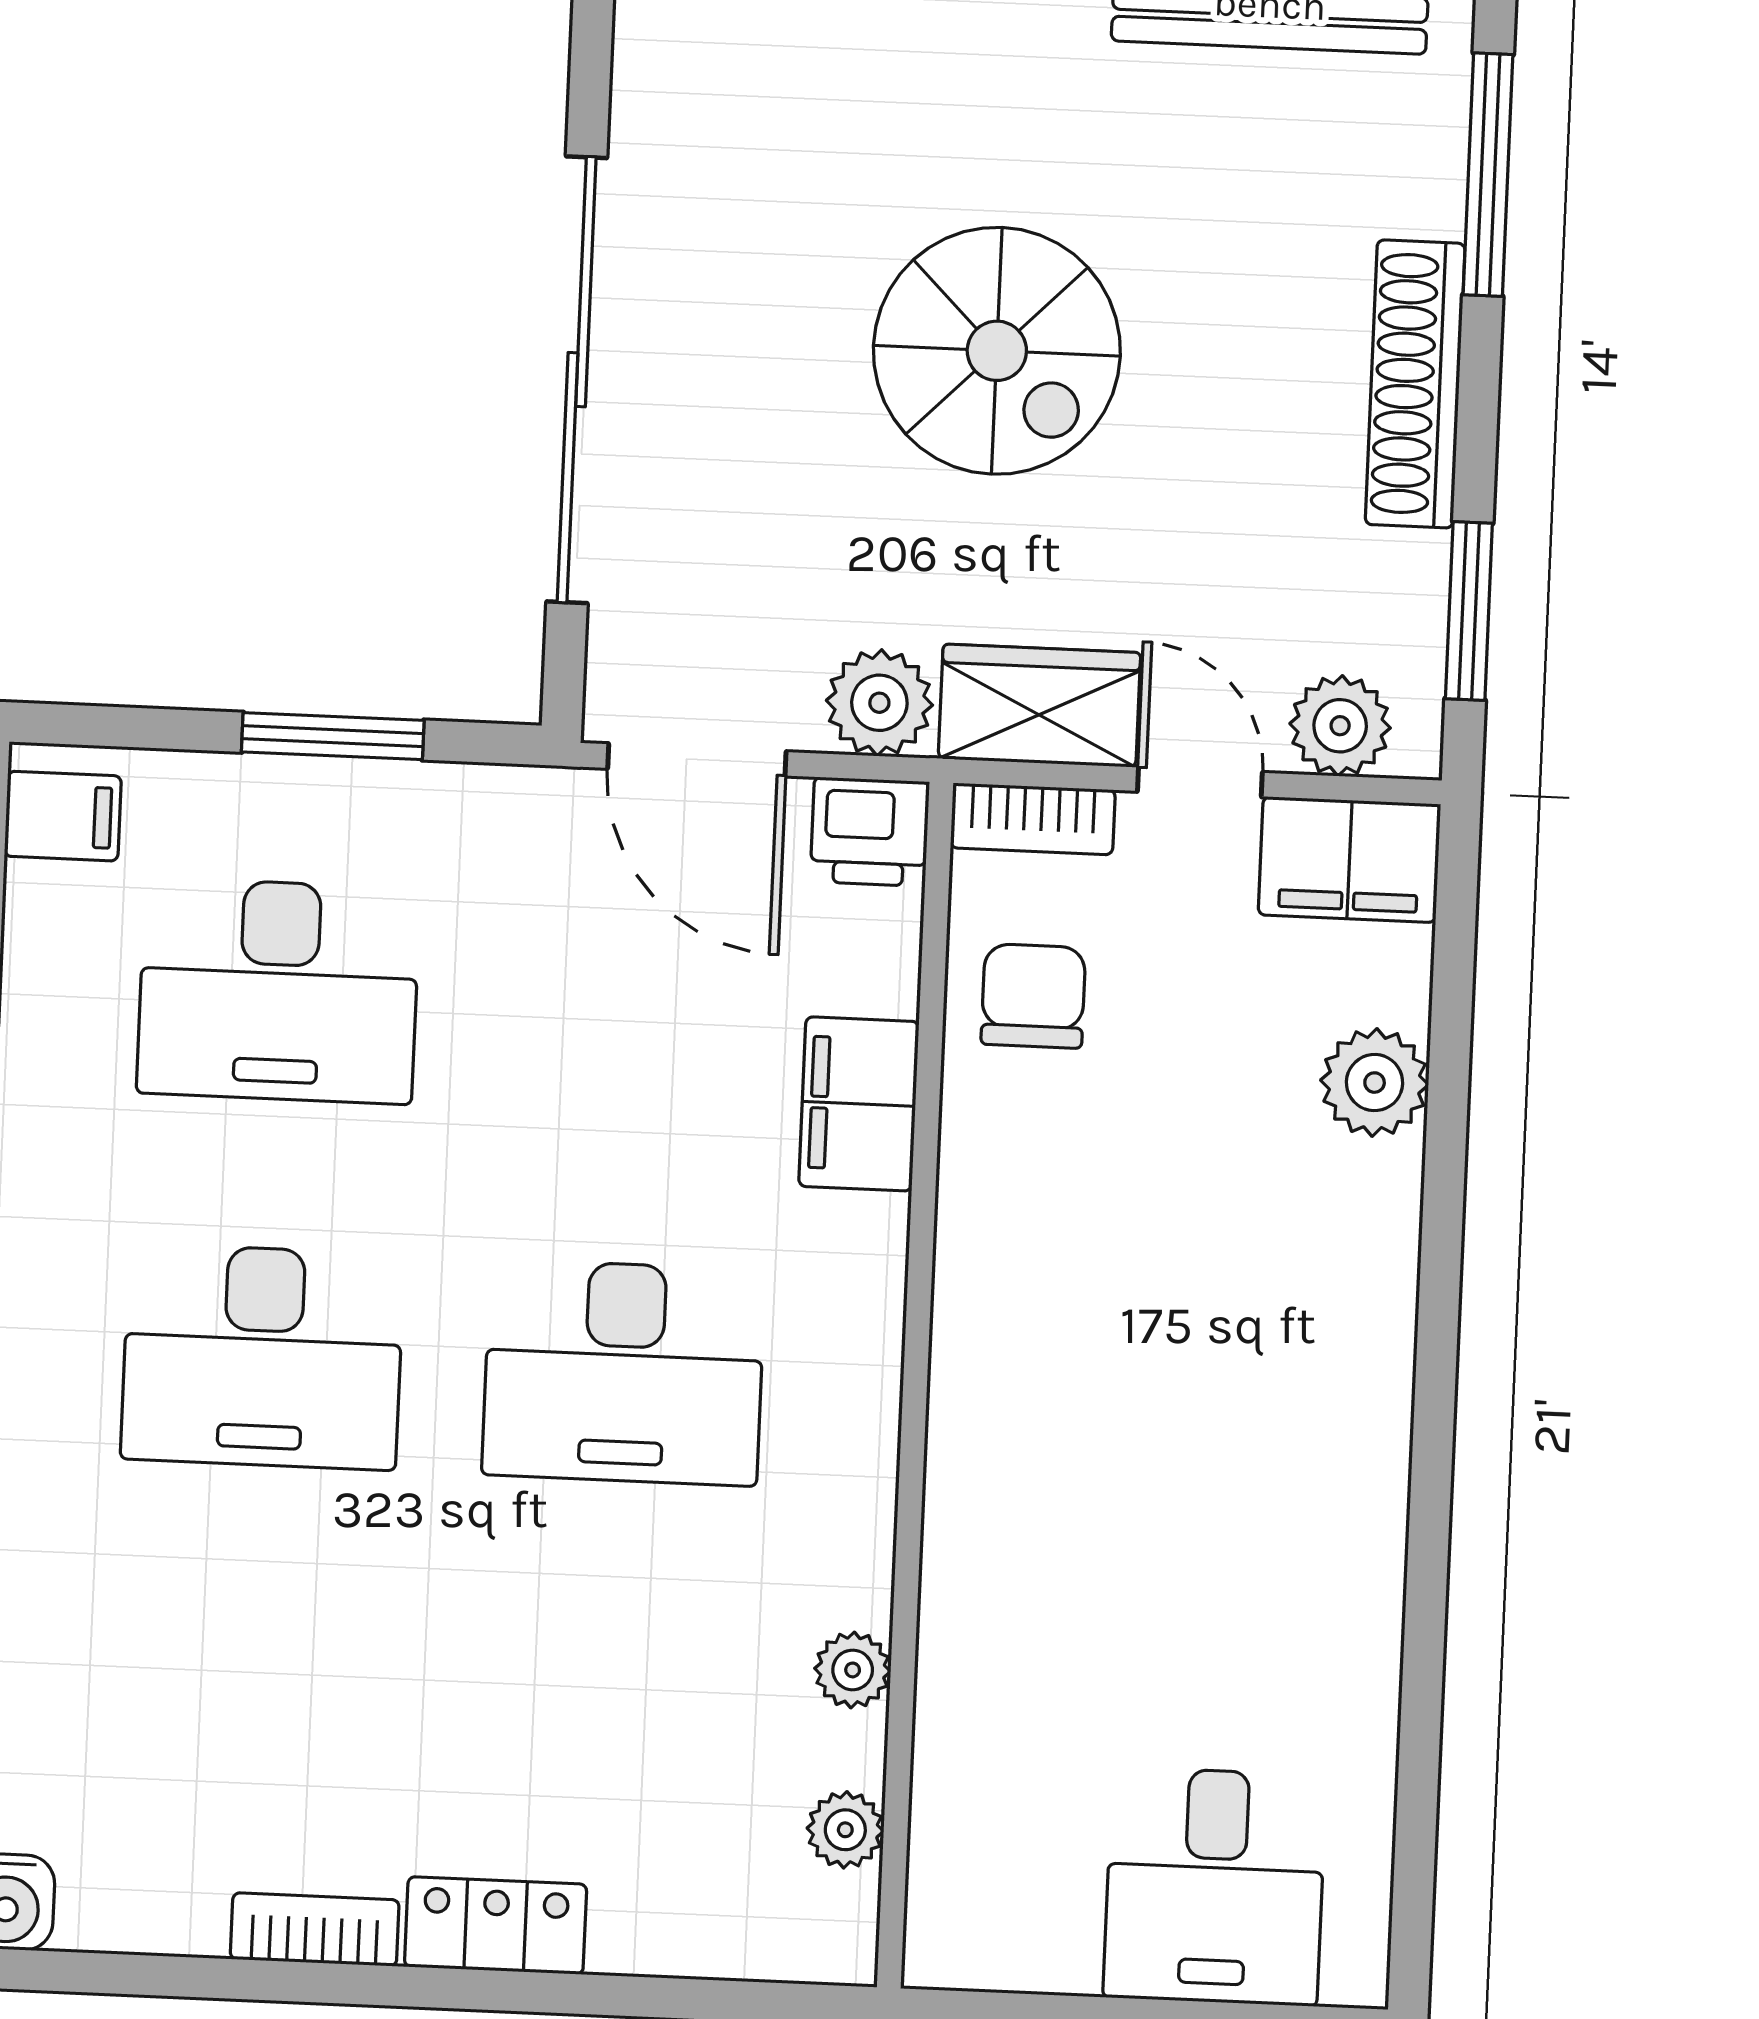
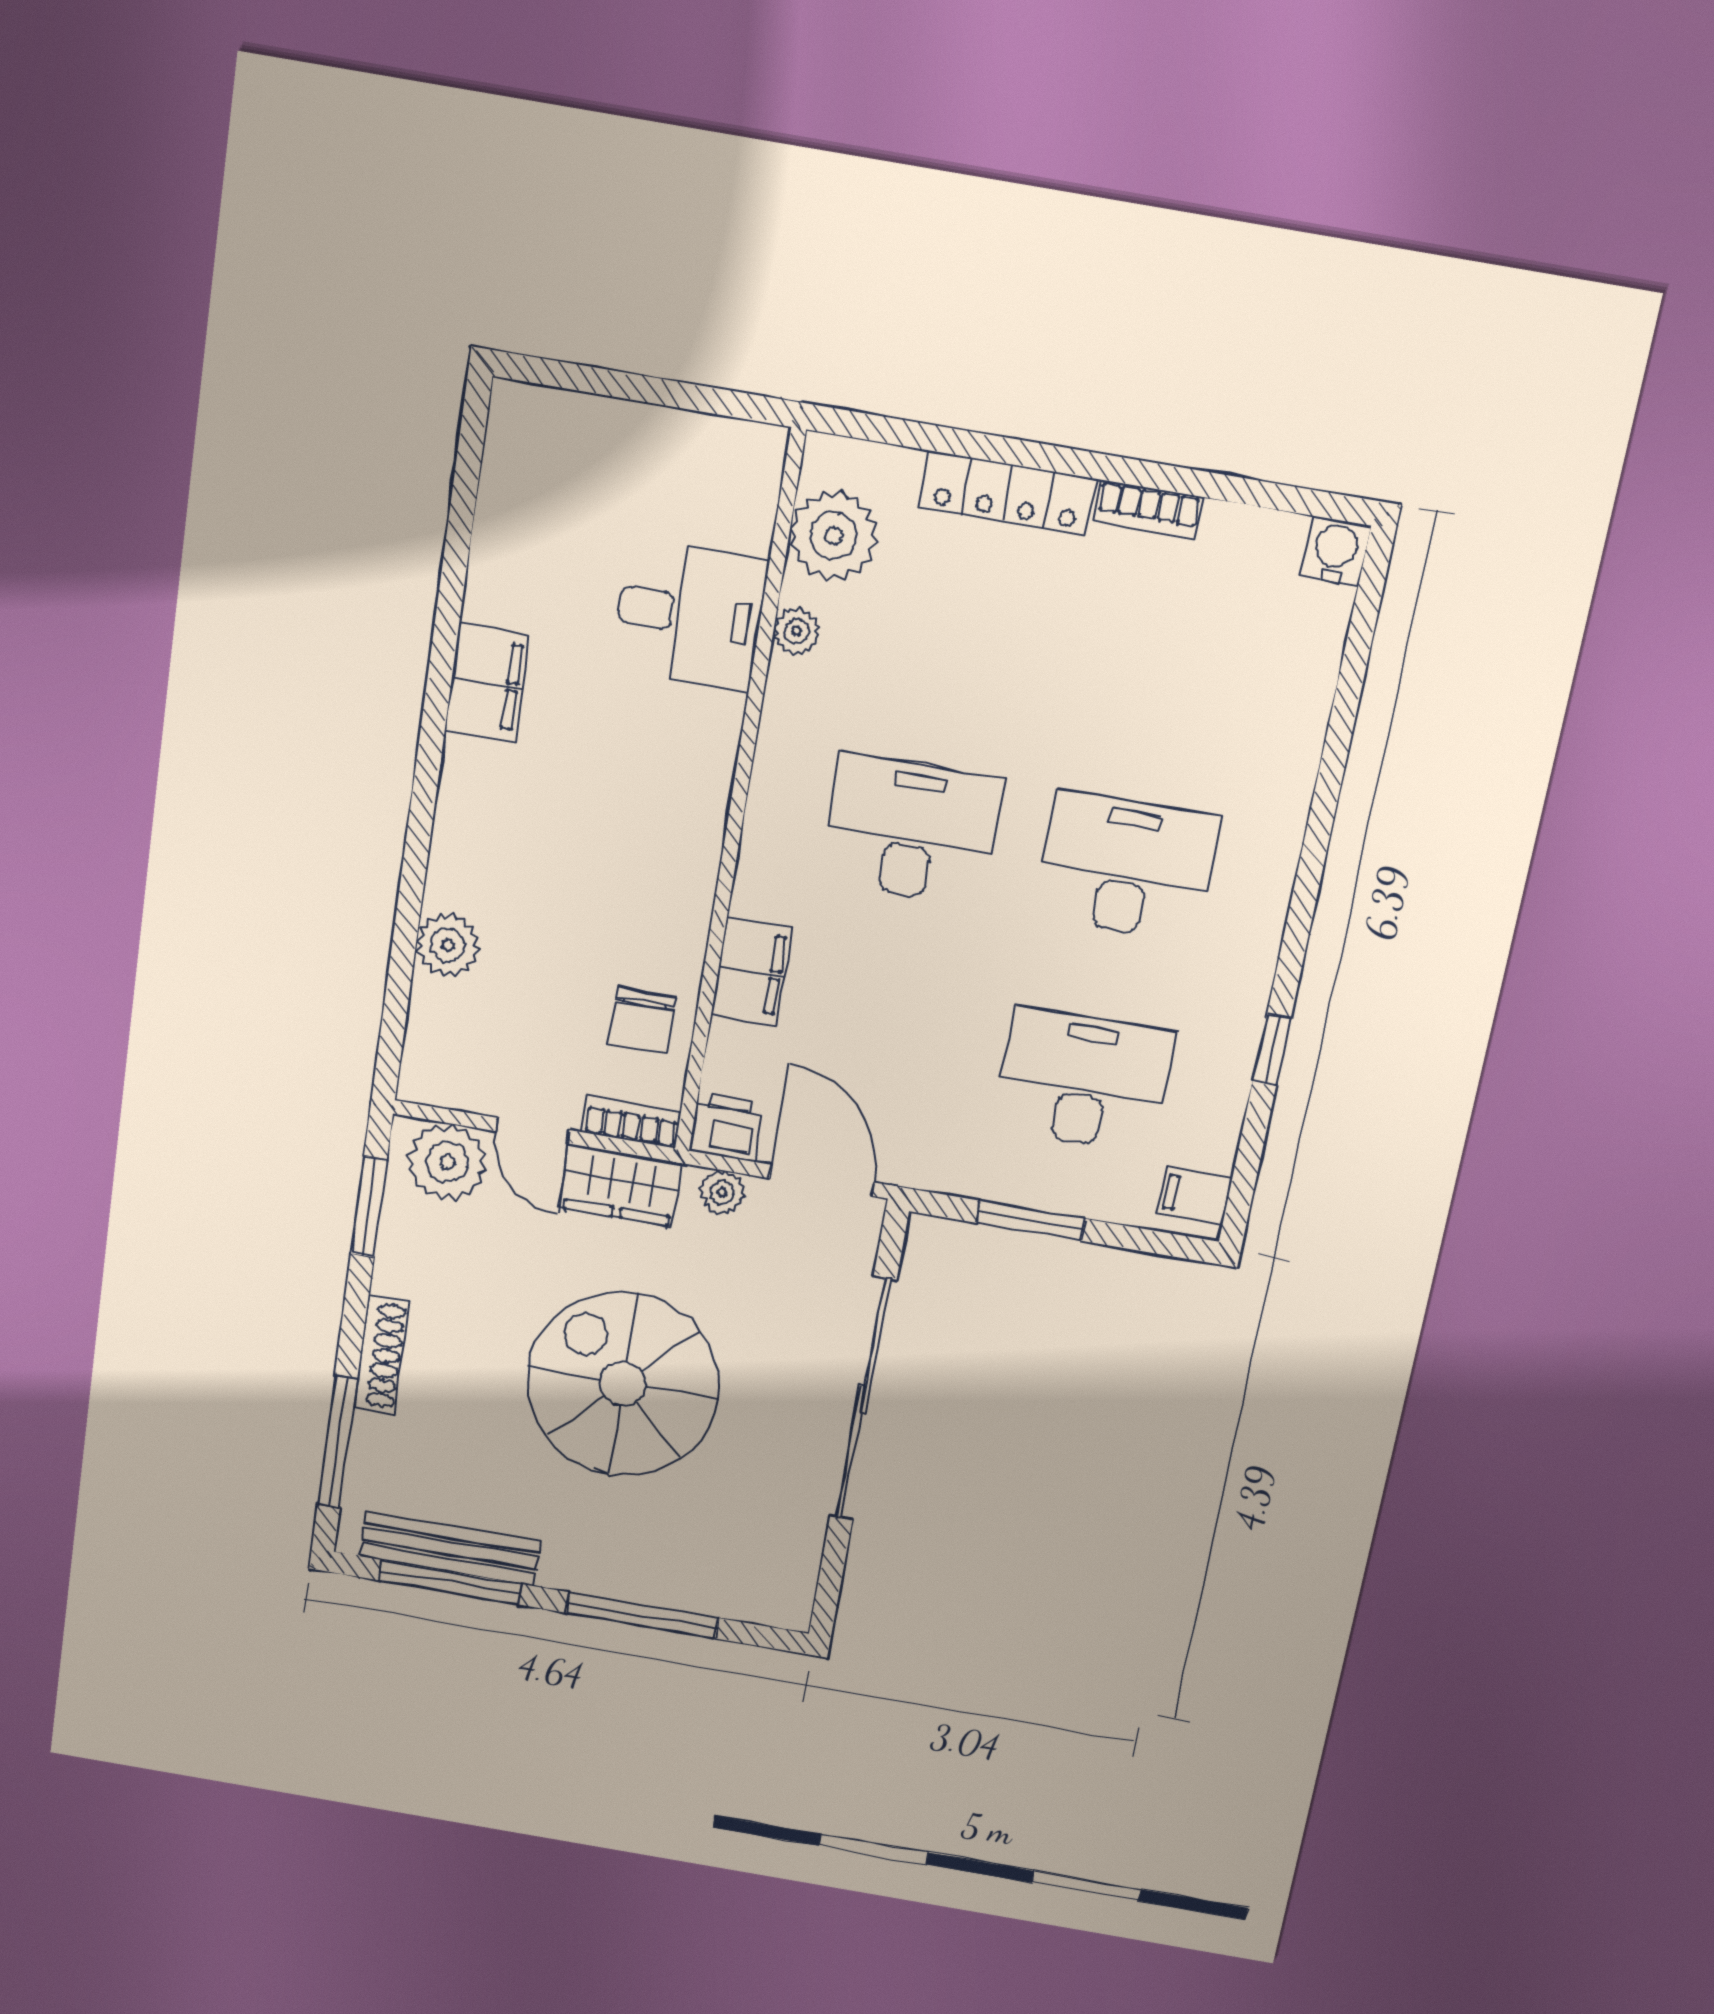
spiral stairs: (997, 351) -> (623, 1384), width x1.37, depth x1.37
shoe rack: (1415, 384) -> (381, 1355), width x0.74, depth x0.81
plant: (879, 703) -> (722, 1192), width x0.73, depth x0.73
plant: (1340, 726) -> (447, 1162), width x1.36, depth x1.36
filing cabinet: (1349, 860) -> (487, 683), moved, turned 90
plant: (845, 1830) -> (834, 535), width x1.87, depth x1.87
desk: (1215, 1886) -> (690, 615), moved, turned 90
locker: (496, 1926) -> (1007, 493), width x1.53

